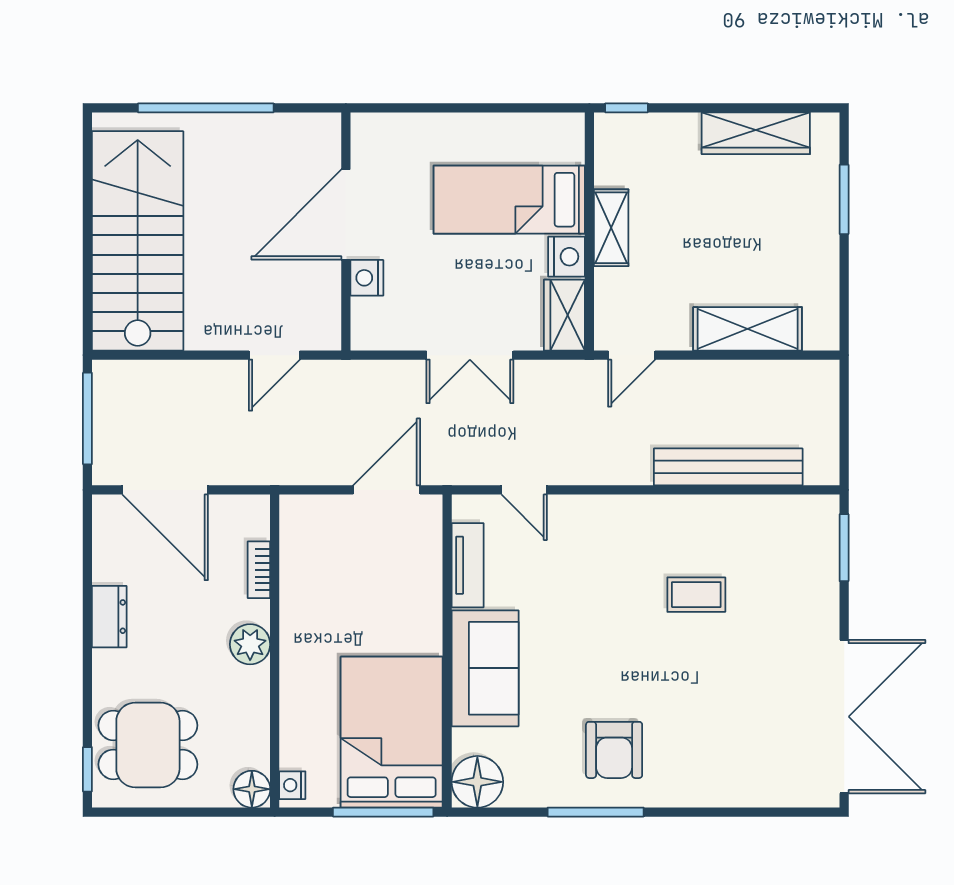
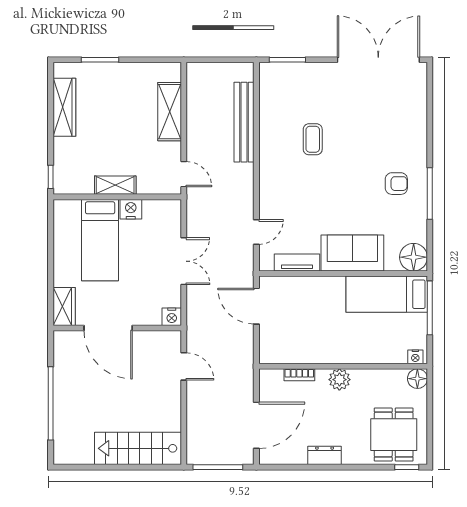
stairs: (138, 241) -> (138, 448), width x0.73, depth x0.66
nightstand: (367, 278) -> (172, 317), moved
wardrobe: (564, 315) -> (64, 306), moved, turned -90
bed: (392, 732) -> (387, 294), width x0.67
armchair: (614, 750) -> (396, 184), width x0.72, depth x0.72

